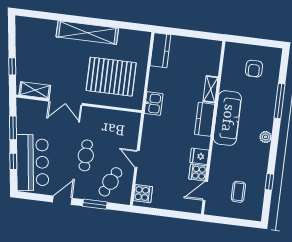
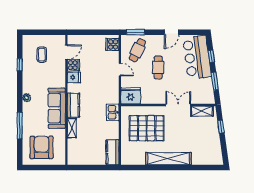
armchair: (254, 69) -> (42, 147), width x1.88, depth x1.88
fridge: (127, 122) -> (131, 96), added
window: (95, 204) -> (136, 32), moved

